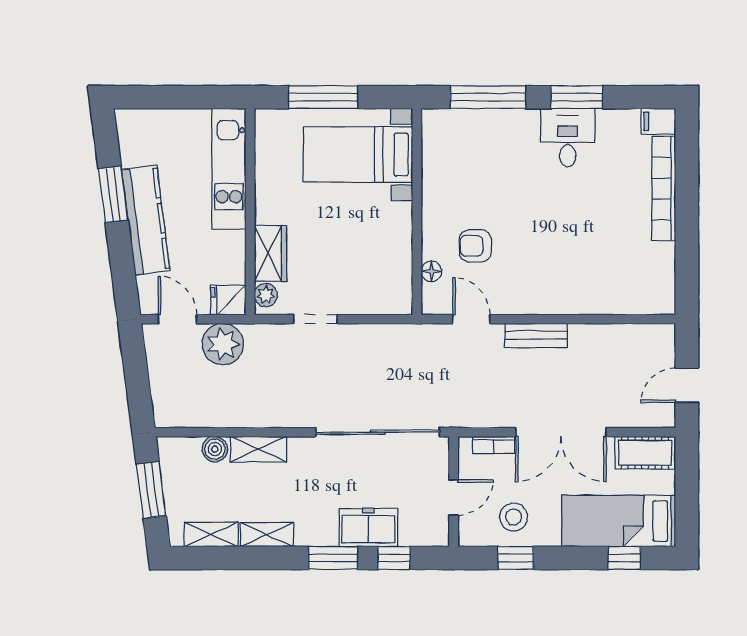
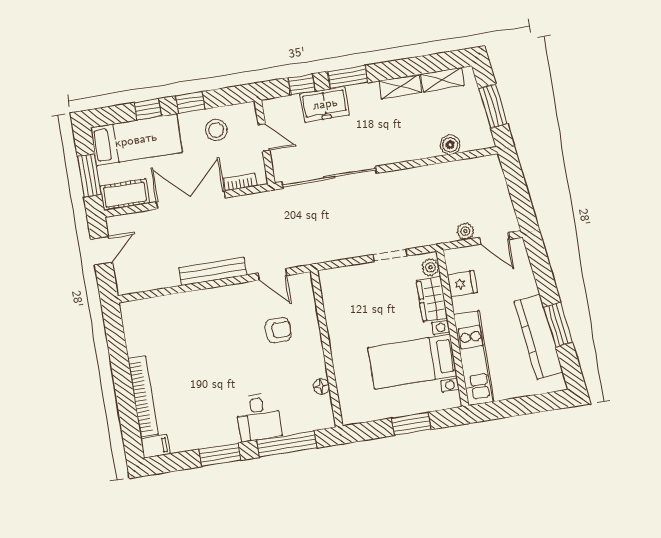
window: (323, 97) -> (411, 424), width x0.69
desk: (568, 138) -> (258, 417), moved
bed with nightstands: (358, 155) -> (412, 362), moved, turned 180
kitchen counter: (146, 220) -> (539, 337), moved
floor lamp: (431, 271) -> (321, 386), moved
fridge: (228, 300) -> (462, 284), moved
bench: (536, 335) -> (213, 271), width x1.36
plant: (223, 344) -> (465, 231), width x0.53, depth x0.53
shelving: (258, 449) -> (417, 150), removed
window: (687, 485) -> (89, 175), added
door: (454, 498) -> (264, 137), swing flipped
window: (516, 558) -> (190, 103), moved
window: (624, 558) -> (148, 109), moved

